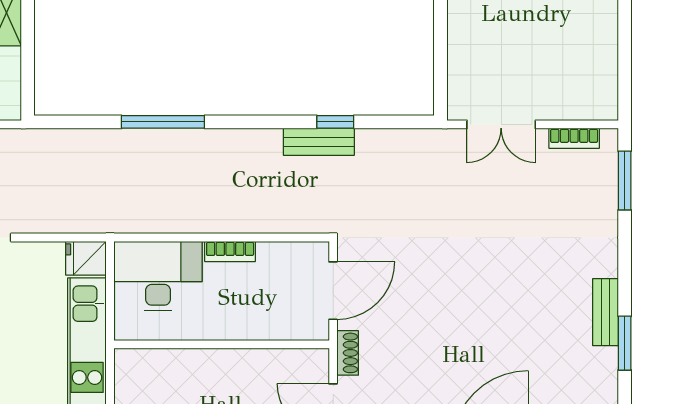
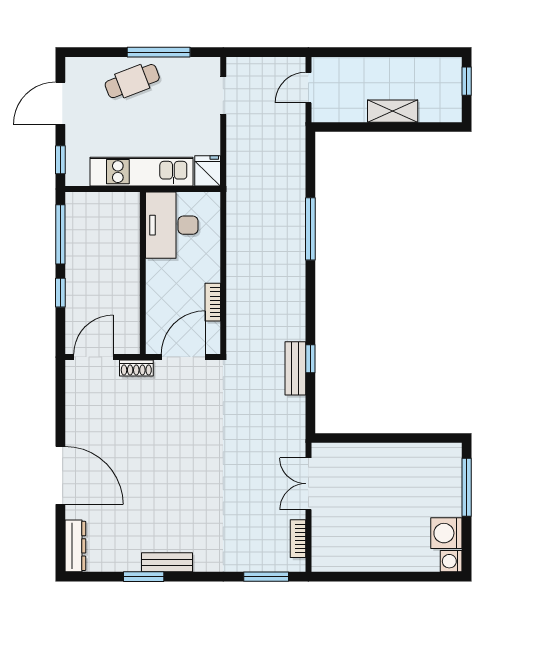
bench: (319, 142) -> (295, 368), moved
bookcase: (230, 251) -> (213, 302), moved
desk: (158, 276) -> (172, 225), moved, turned 180
door: (333, 291) -> (183, 357), swing flipped

